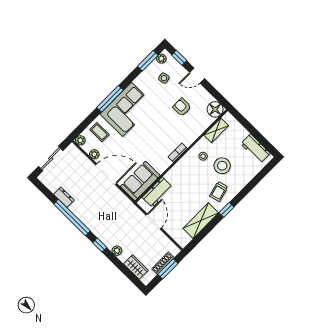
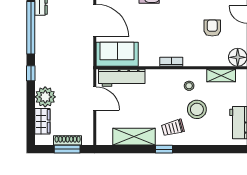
workbench: (157, 192) -> (122, 78), width x1.38
door: (154, 221) -> (95, 99), hinge flipped
plant: (117, 251) -> (45, 97), width x1.87, depth x1.87

